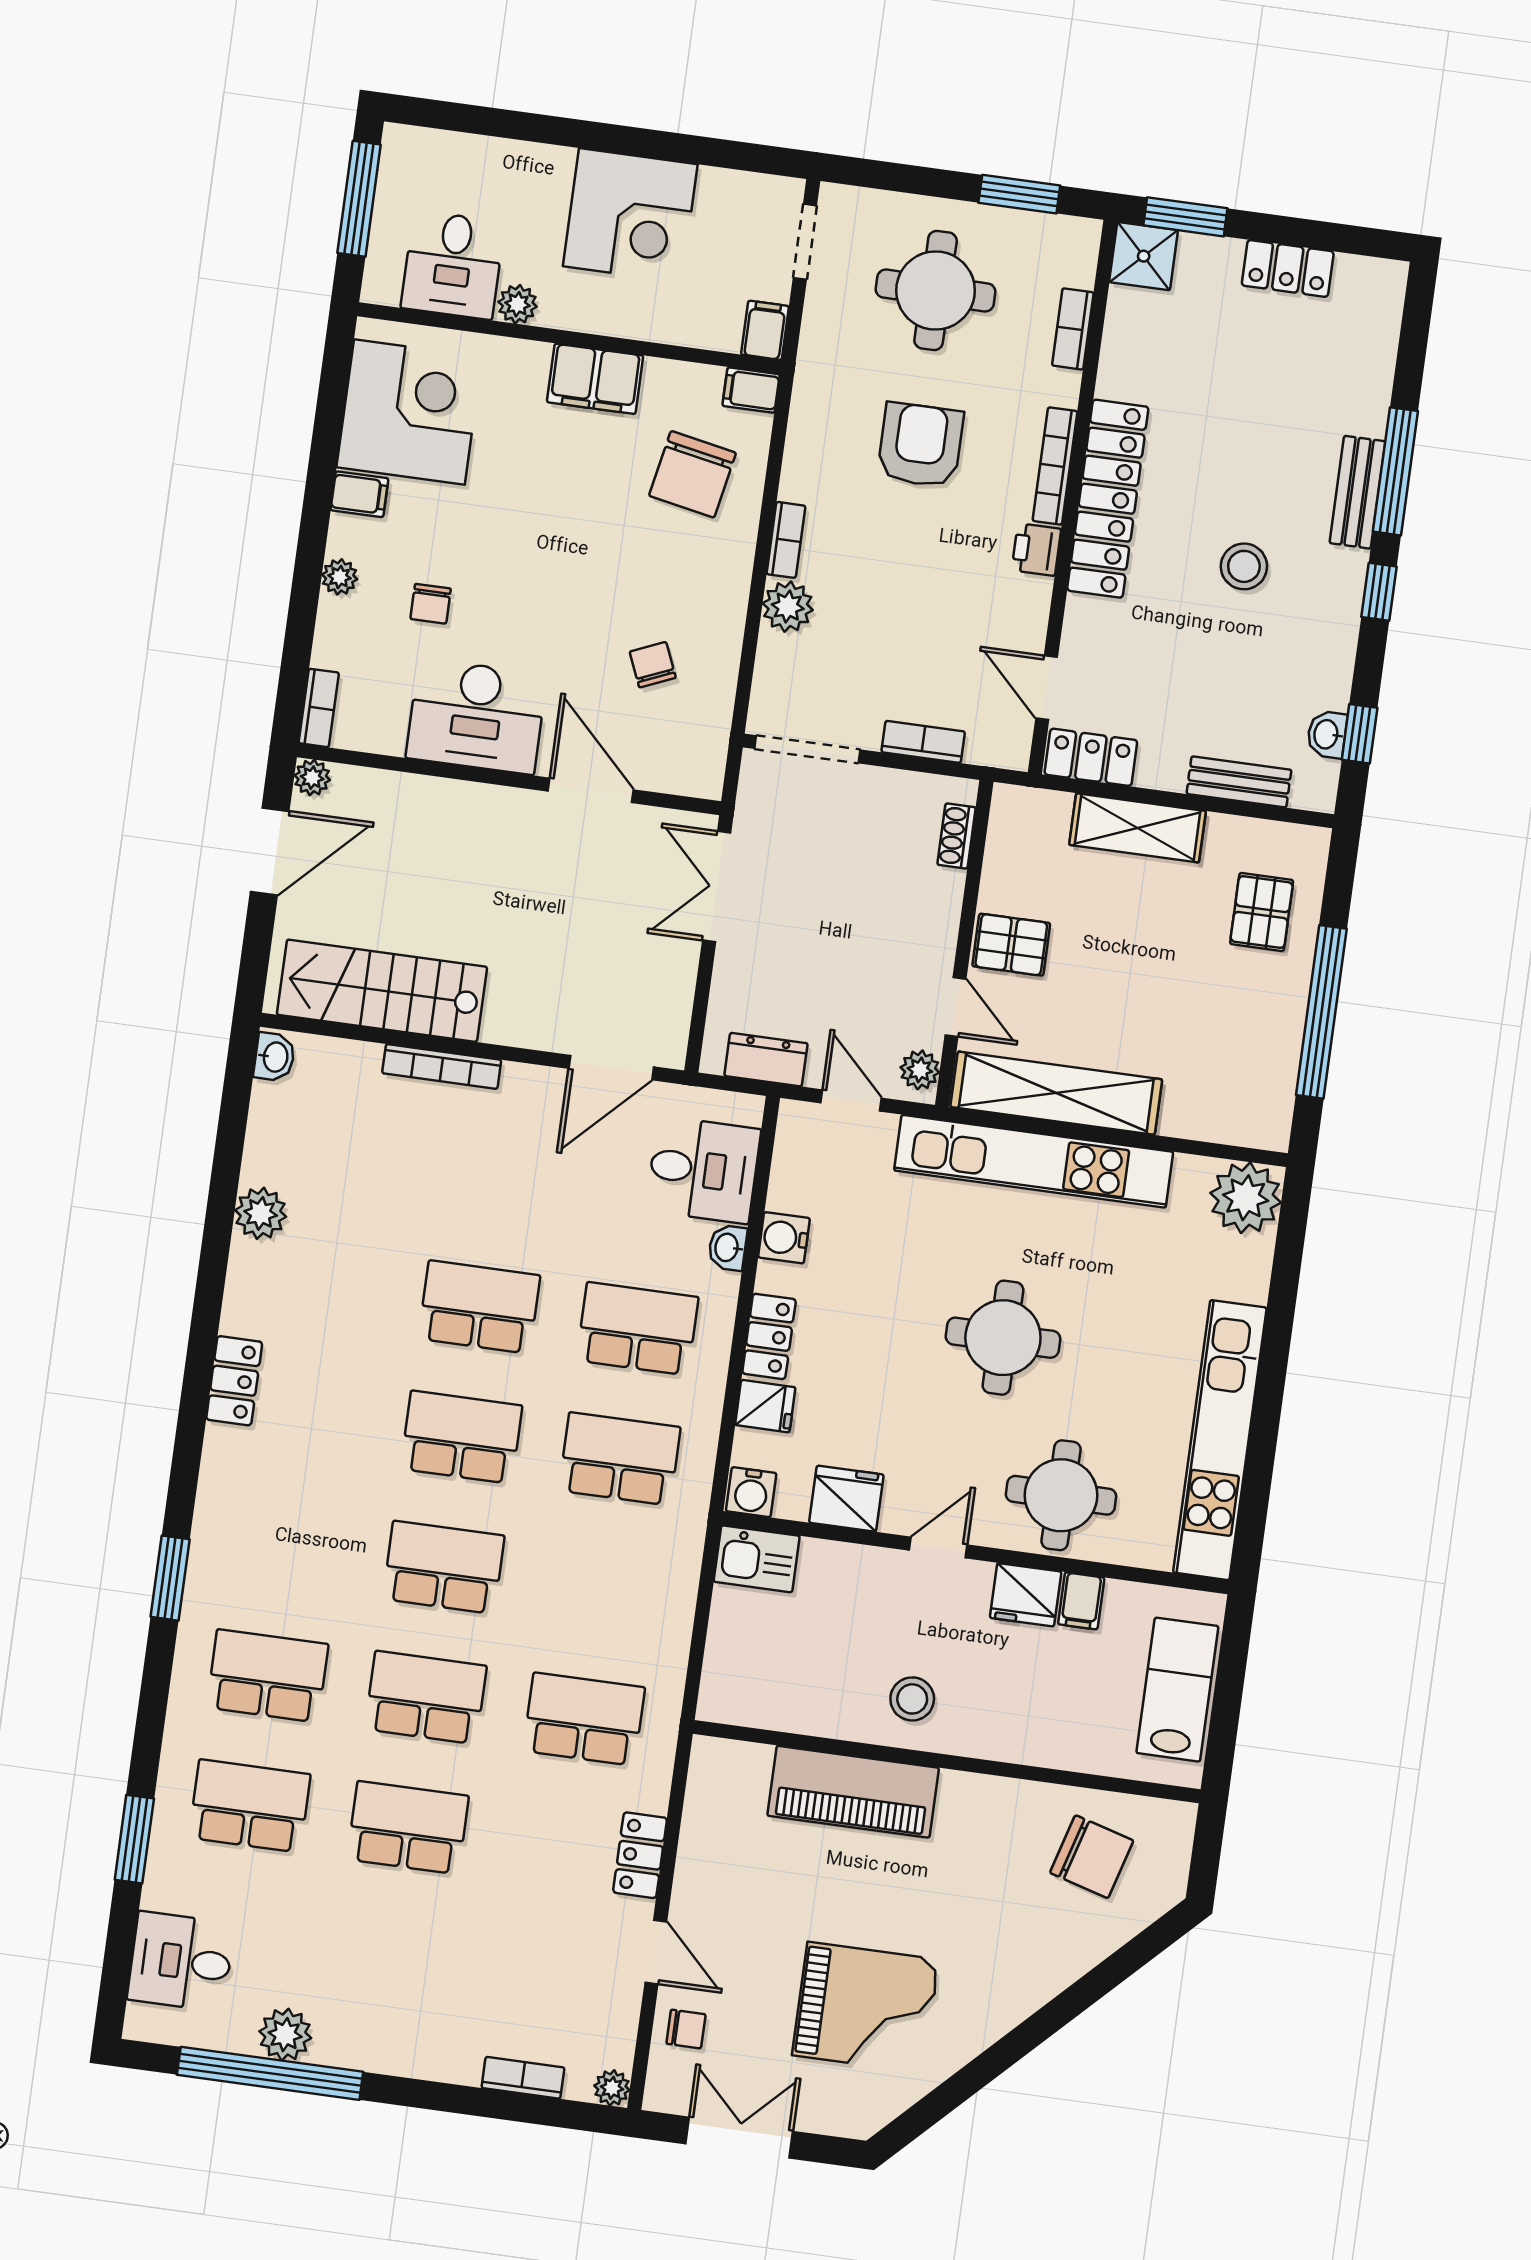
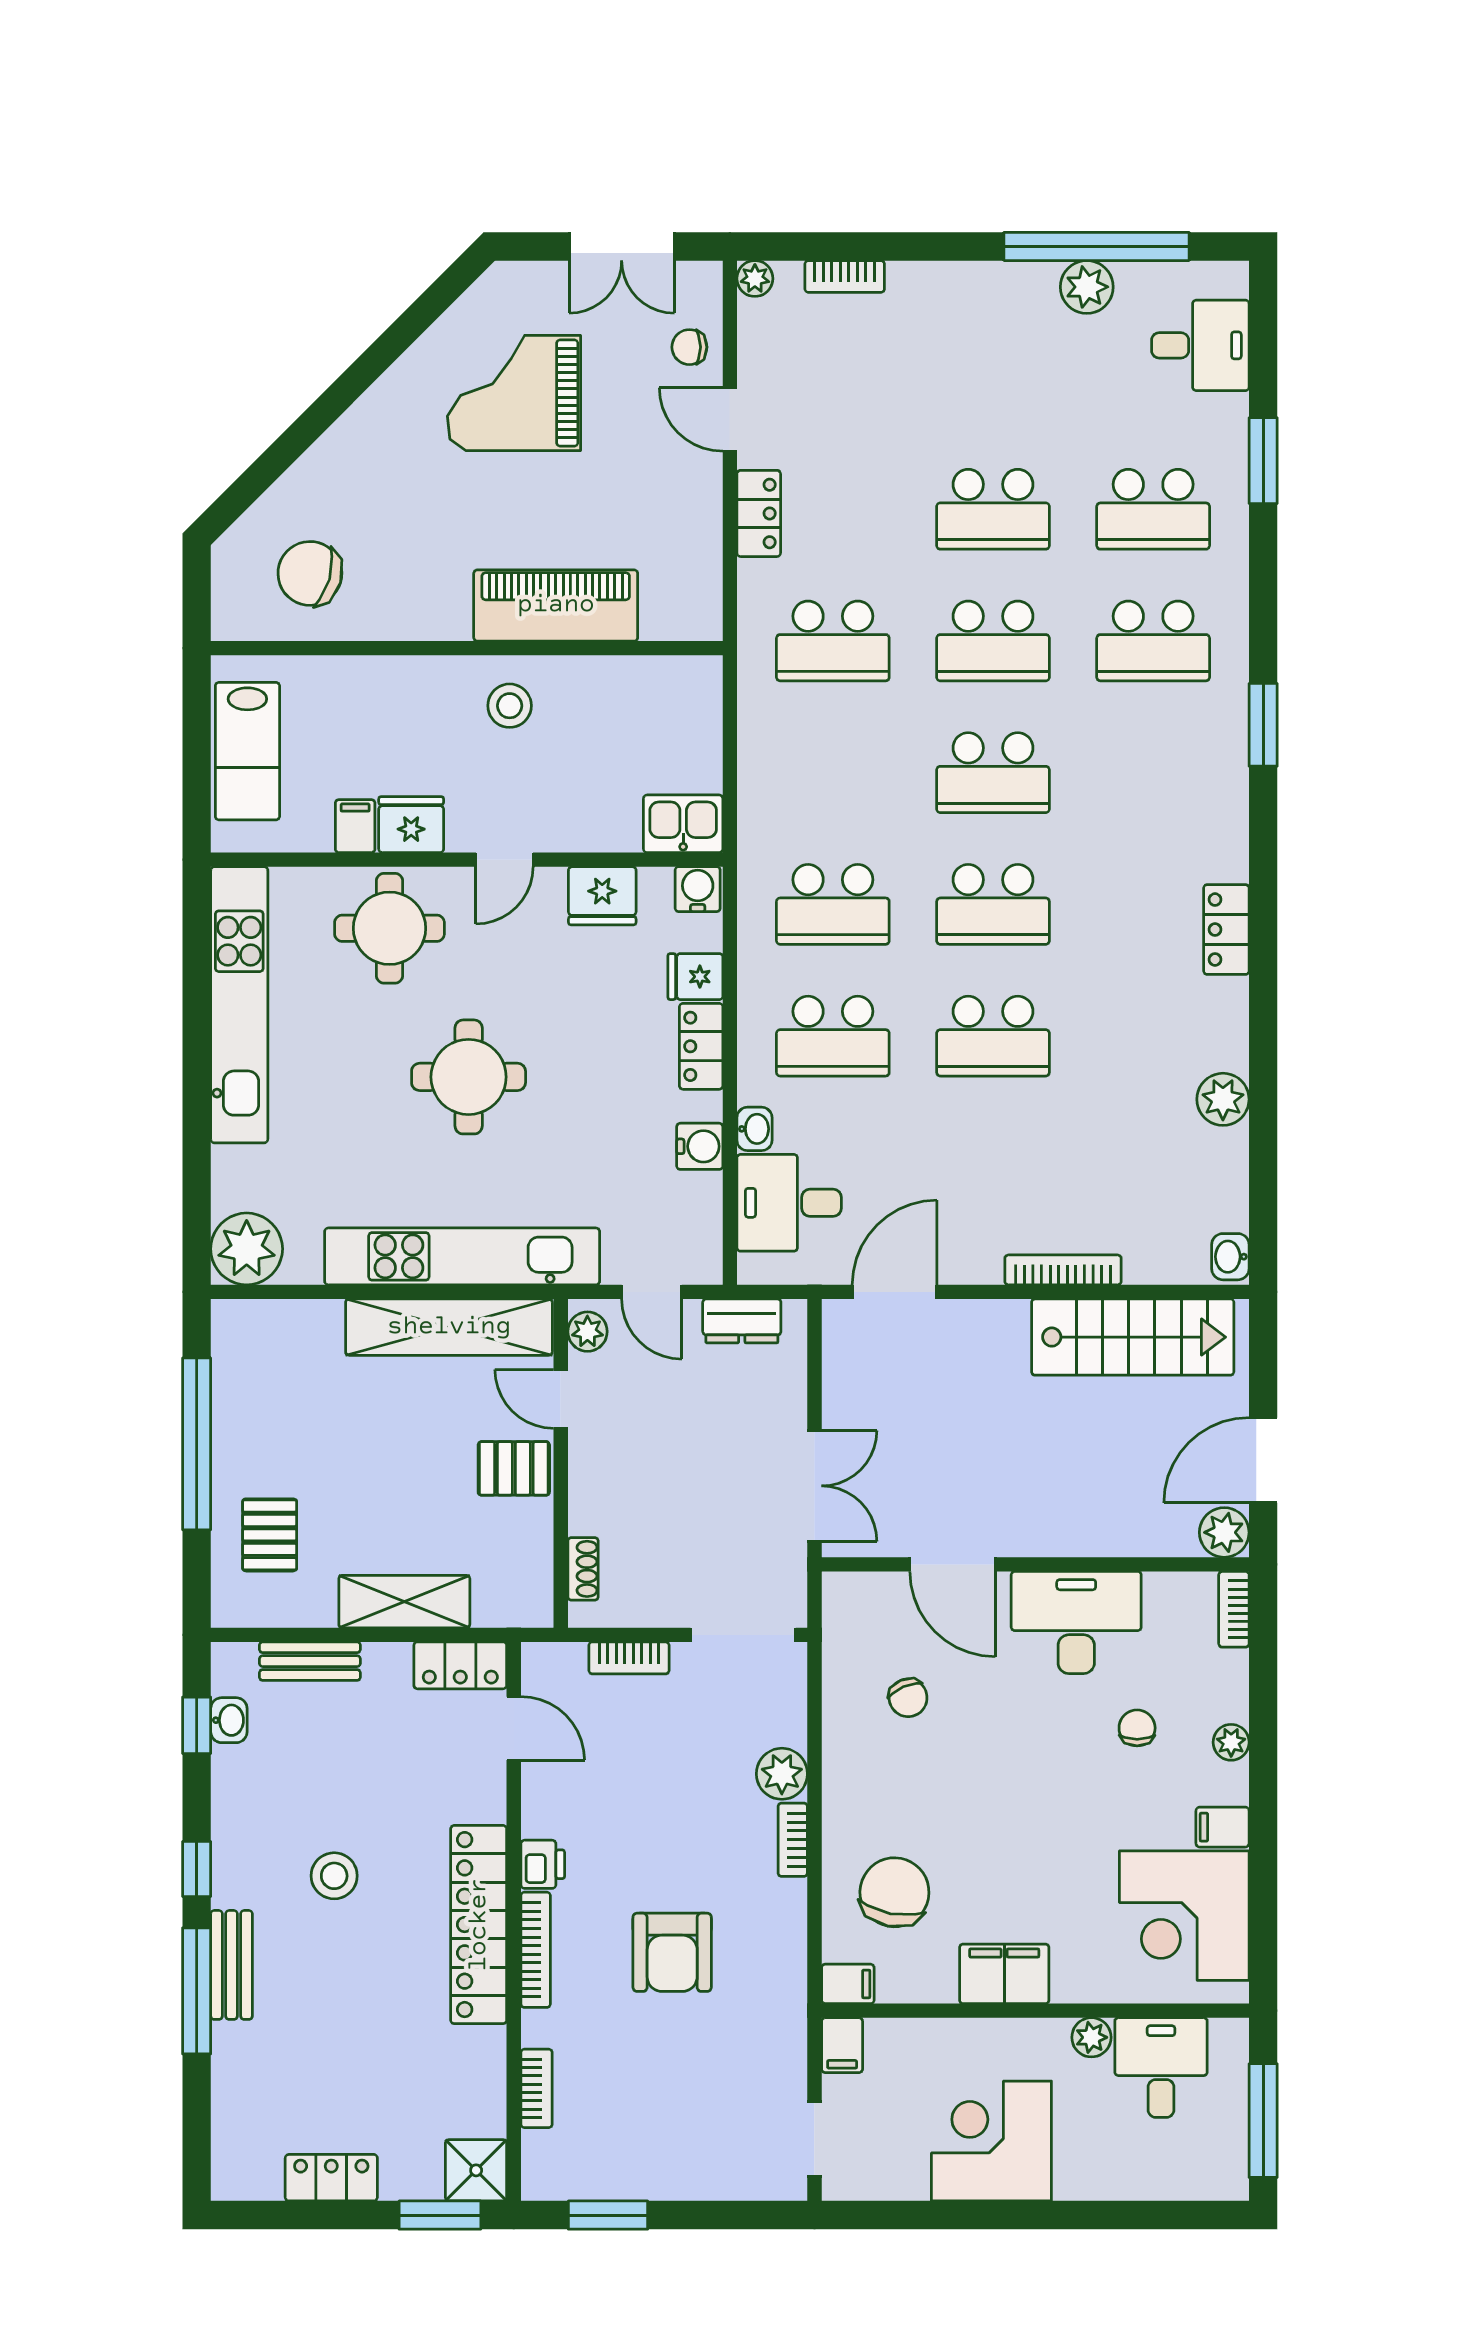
round table: (936, 290) -> (678, 2108), removed
plant: (312, 778) -> (1224, 1532), width x1.38, depth x1.38

